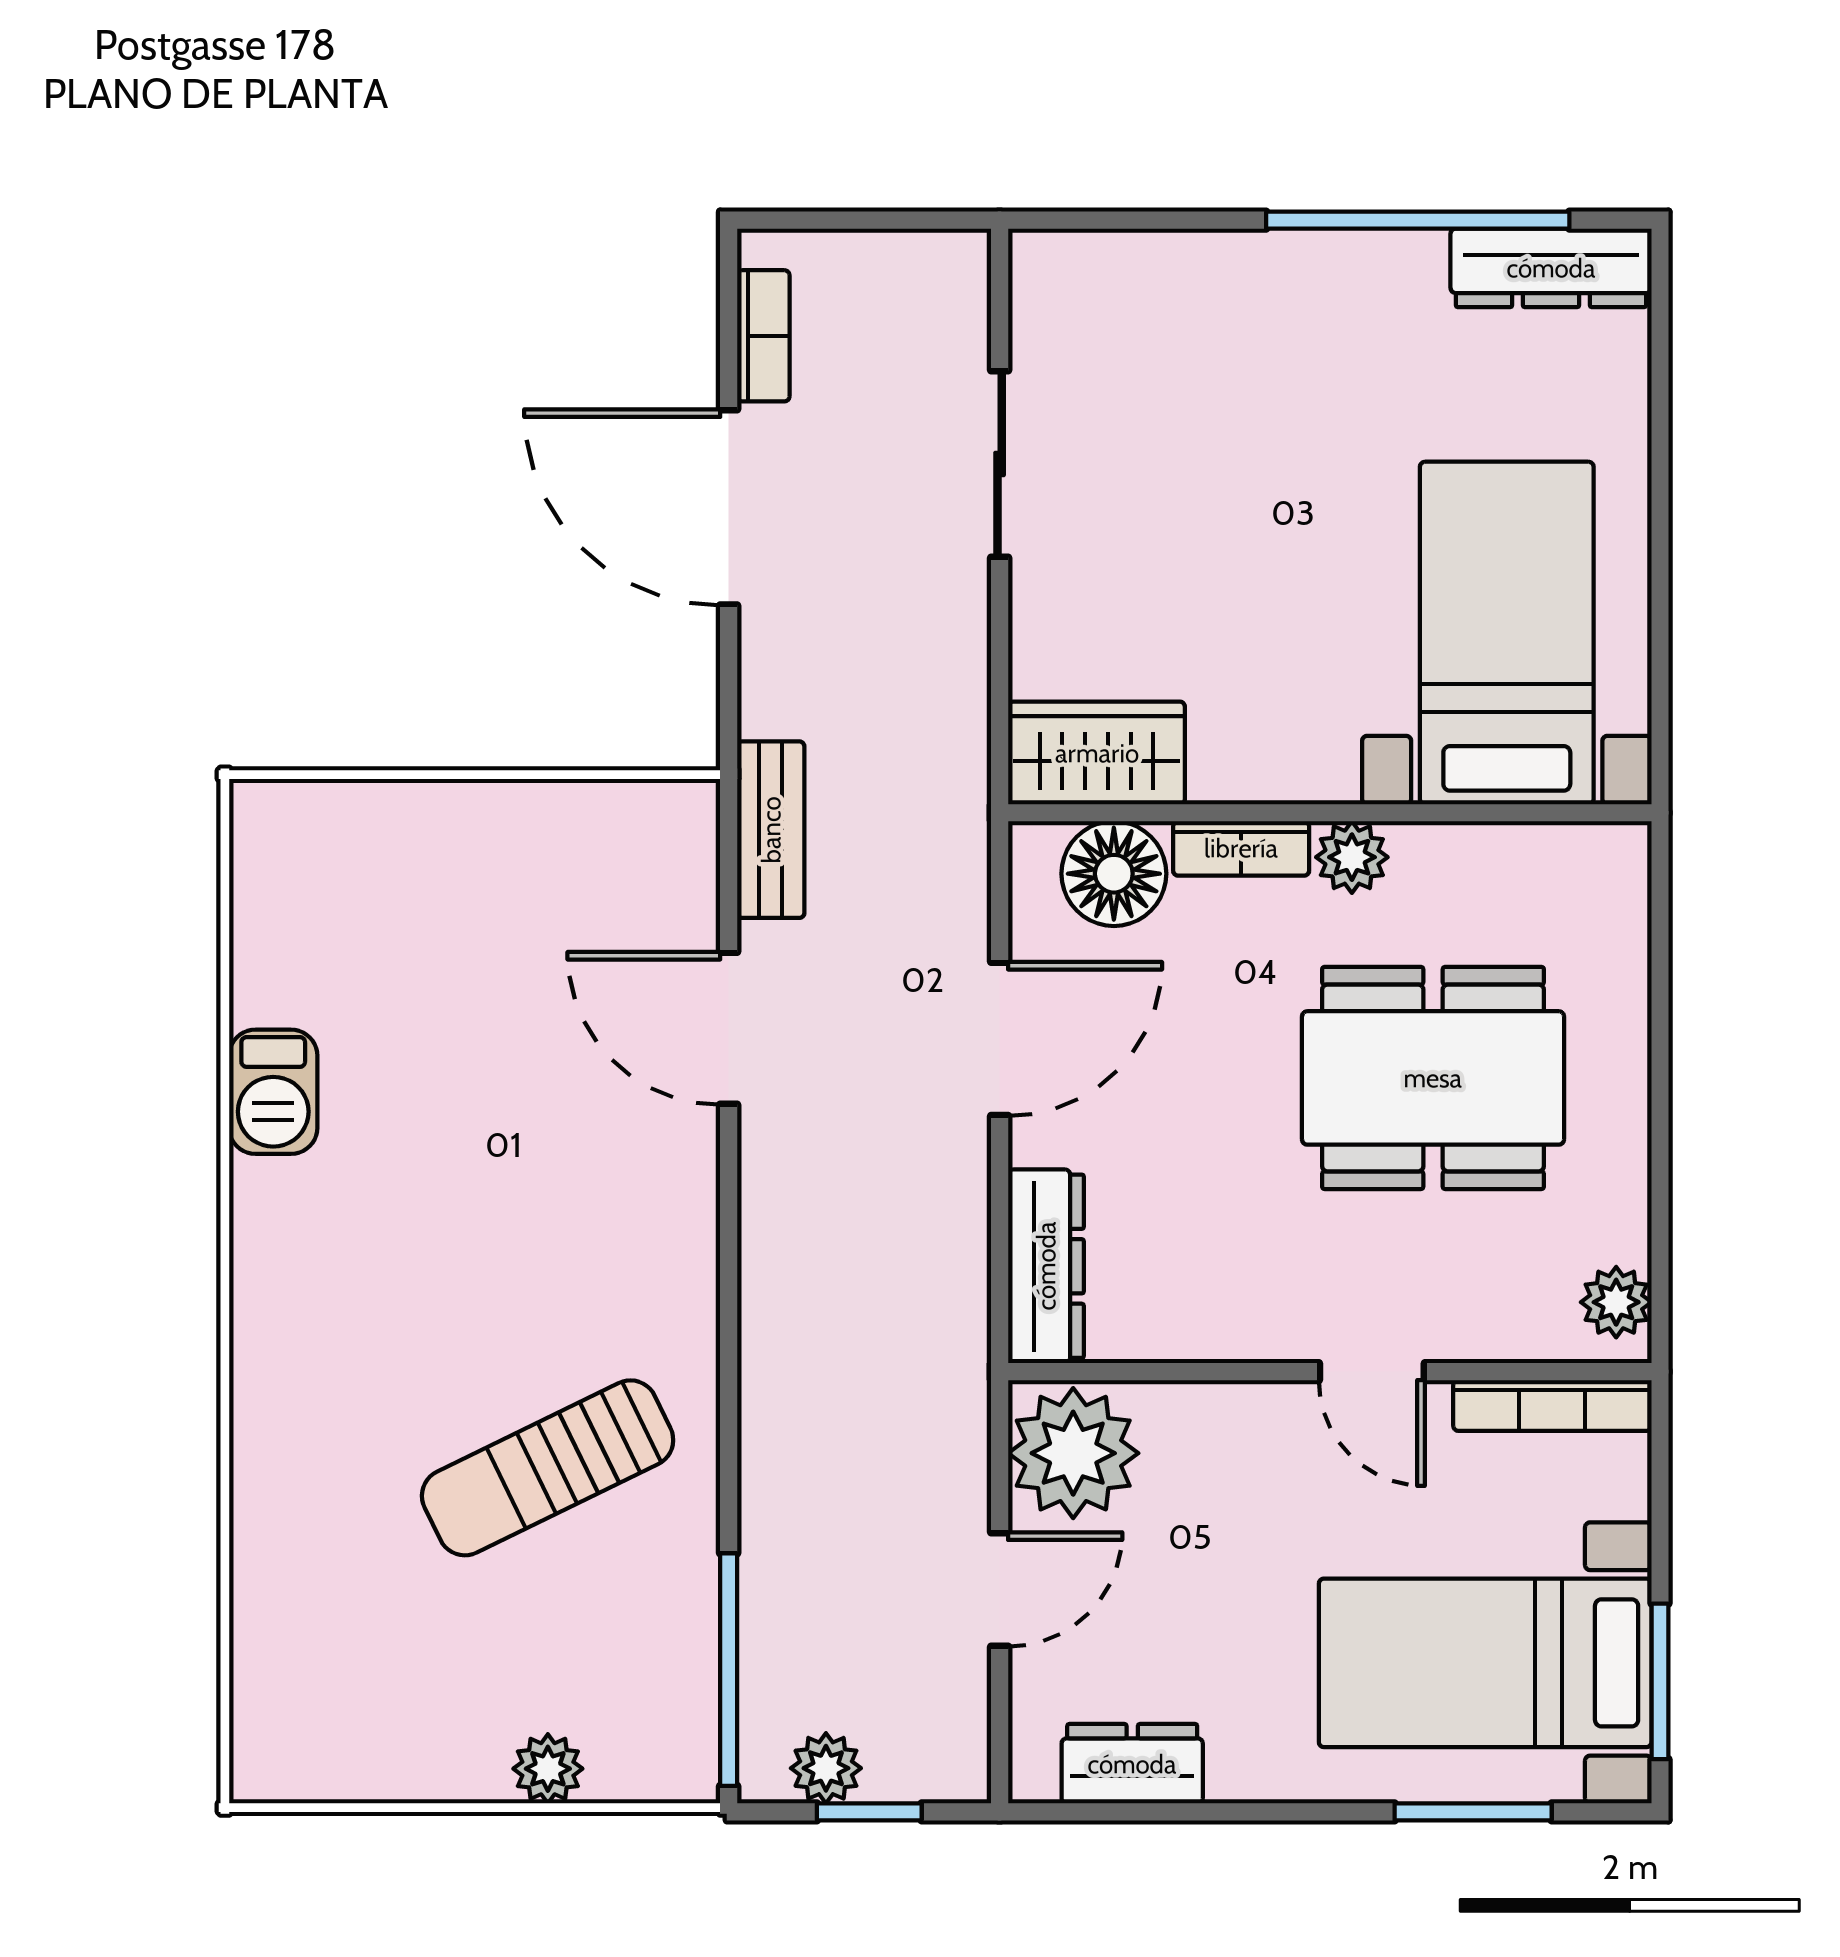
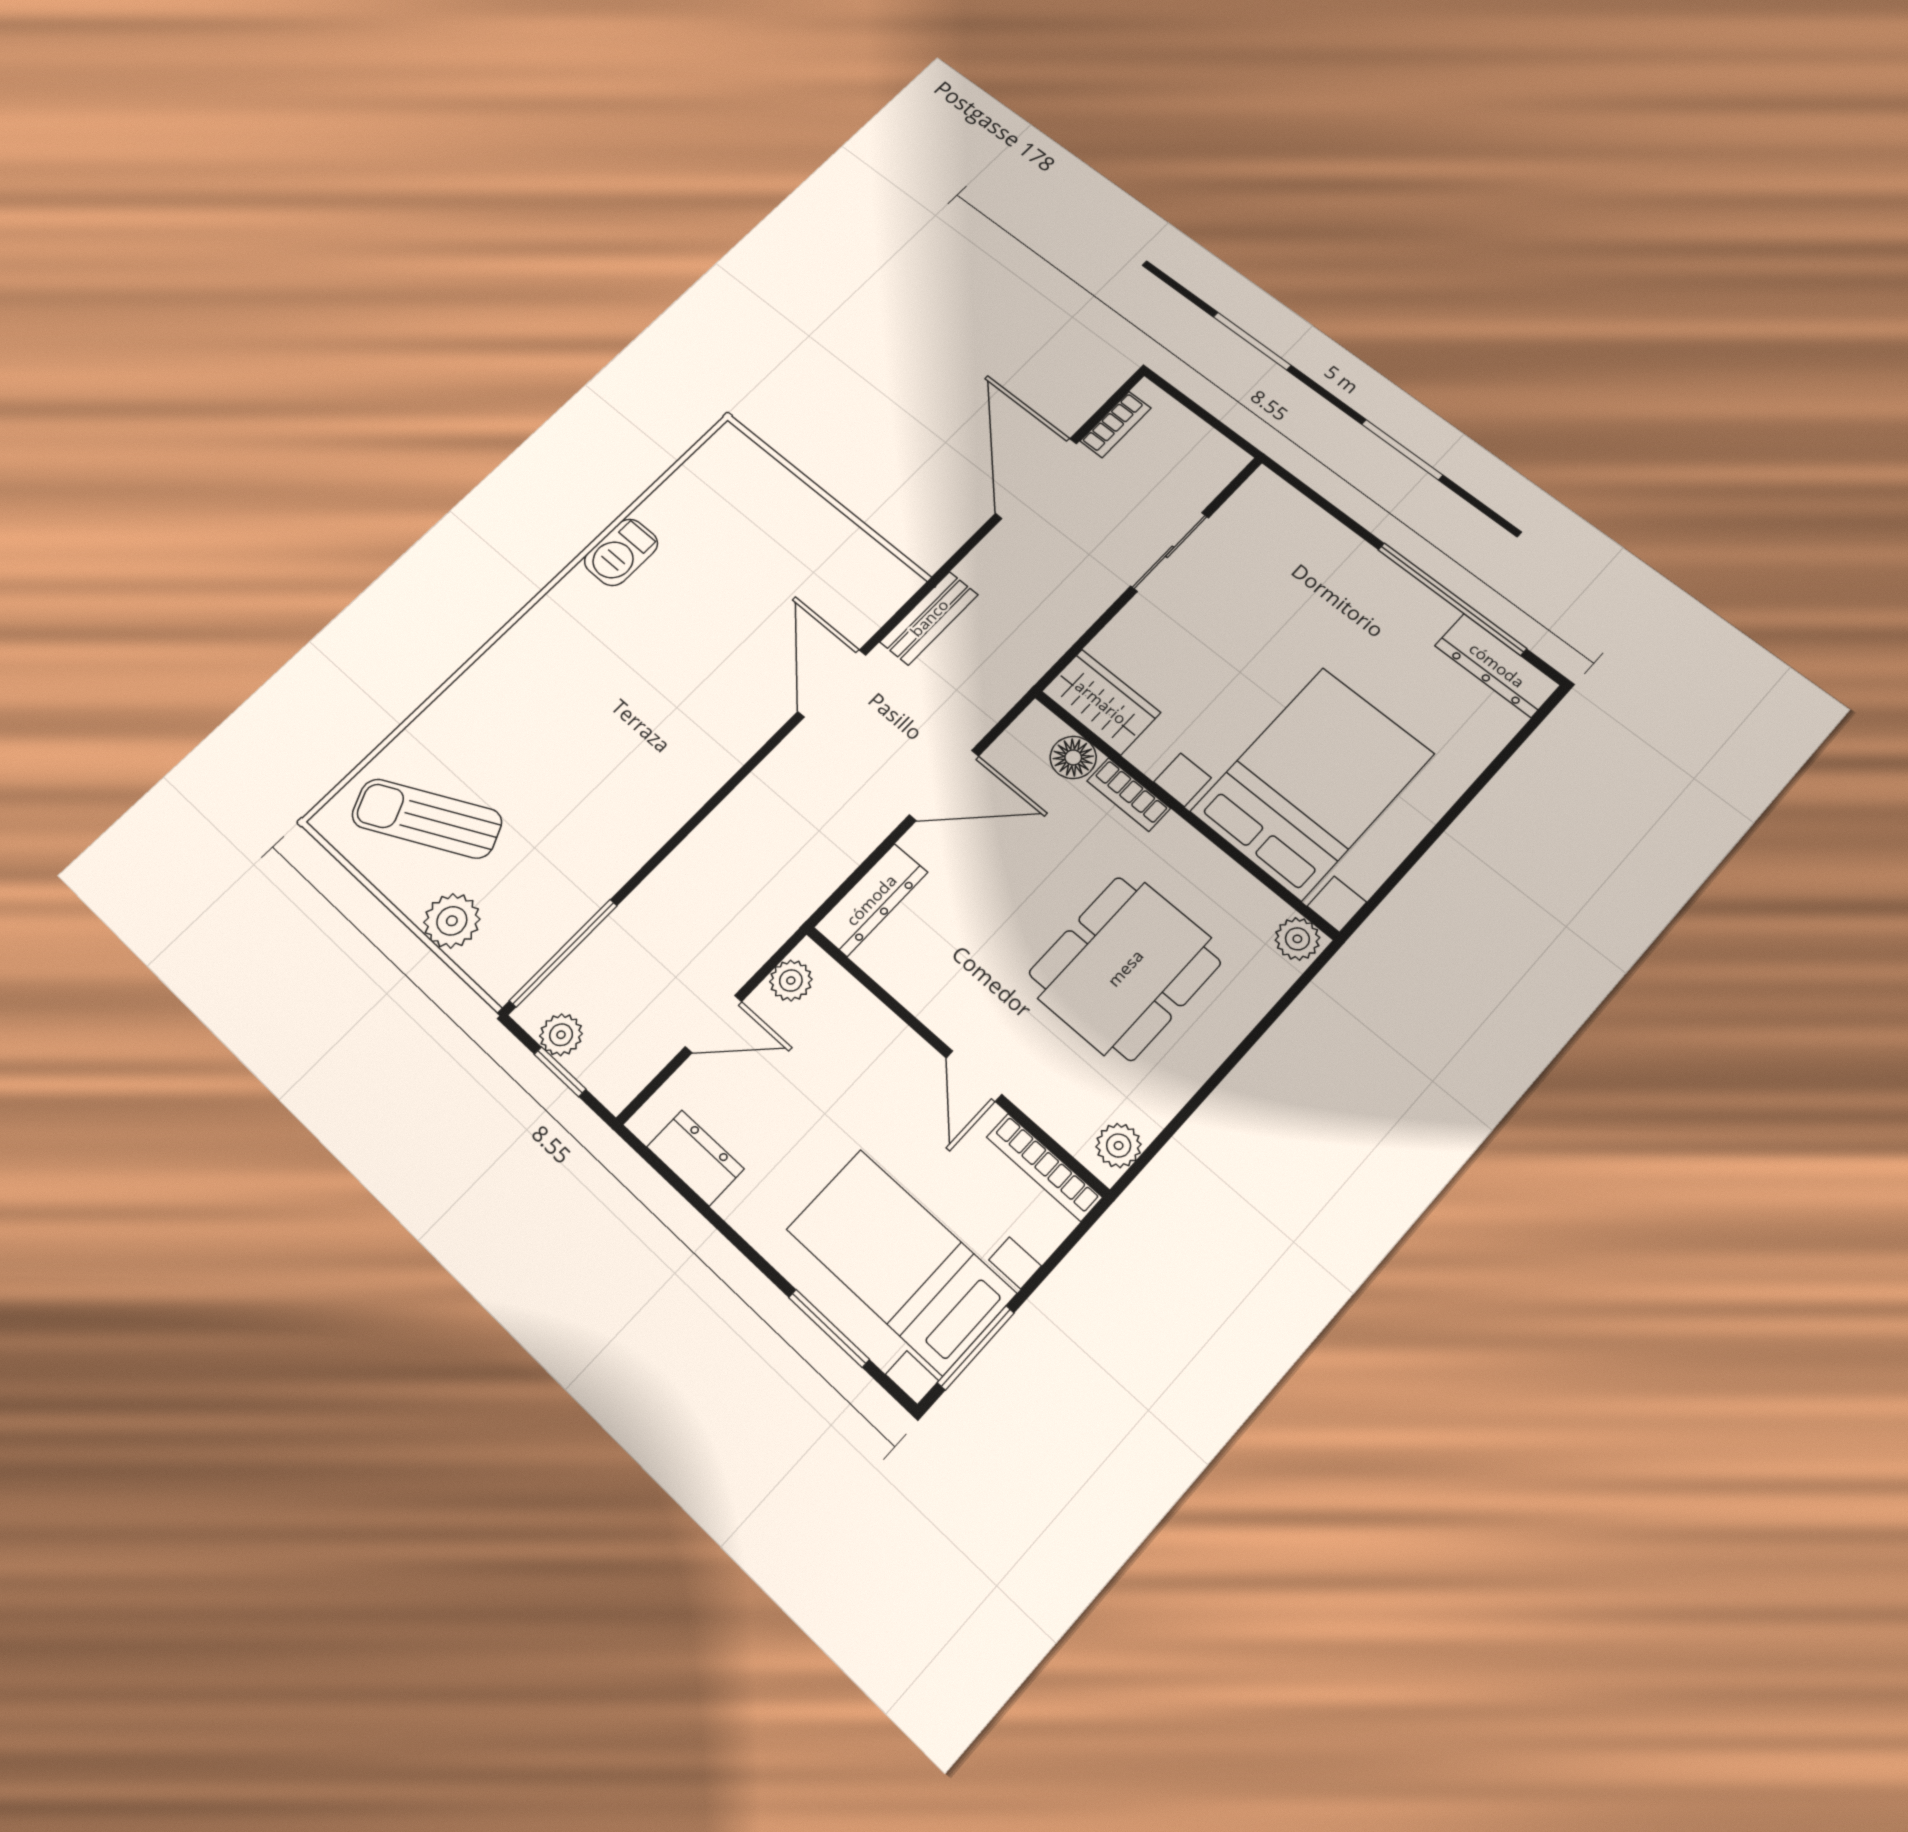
bed with nightstands: (1507, 633) -> (1312, 783), width x1.36
plant: (1352, 857) -> (1297, 939), moved
floor lamp: (1114, 874) -> (1073, 757), width x0.73, depth x0.73
dining table: (1433, 1078) -> (1125, 968), turned 90
plant: (1073, 1453) -> (791, 981), width x0.53, depth x0.53
sun lounger: (548, 1468) -> (427, 818), moved
plant: (548, 1769) -> (452, 921), width x1.38, depth x1.38

